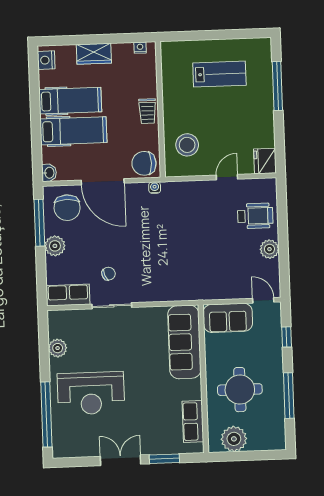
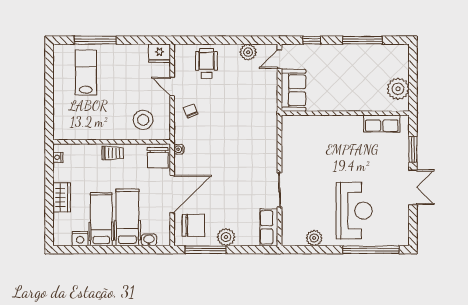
nightstand: (46, 60) -> (80, 239), moved
lab bench: (219, 74) -> (86, 73), moved
washbasin: (49, 173) -> (149, 240), moved
plant: (269, 249) -> (248, 52), moved
chair: (109, 274) -> (191, 111), moved
sofa: (184, 342) -> (313, 128), removed
round table: (240, 390) -> (356, 82), removed
double door: (120, 460) -> (413, 187), swing flipped

